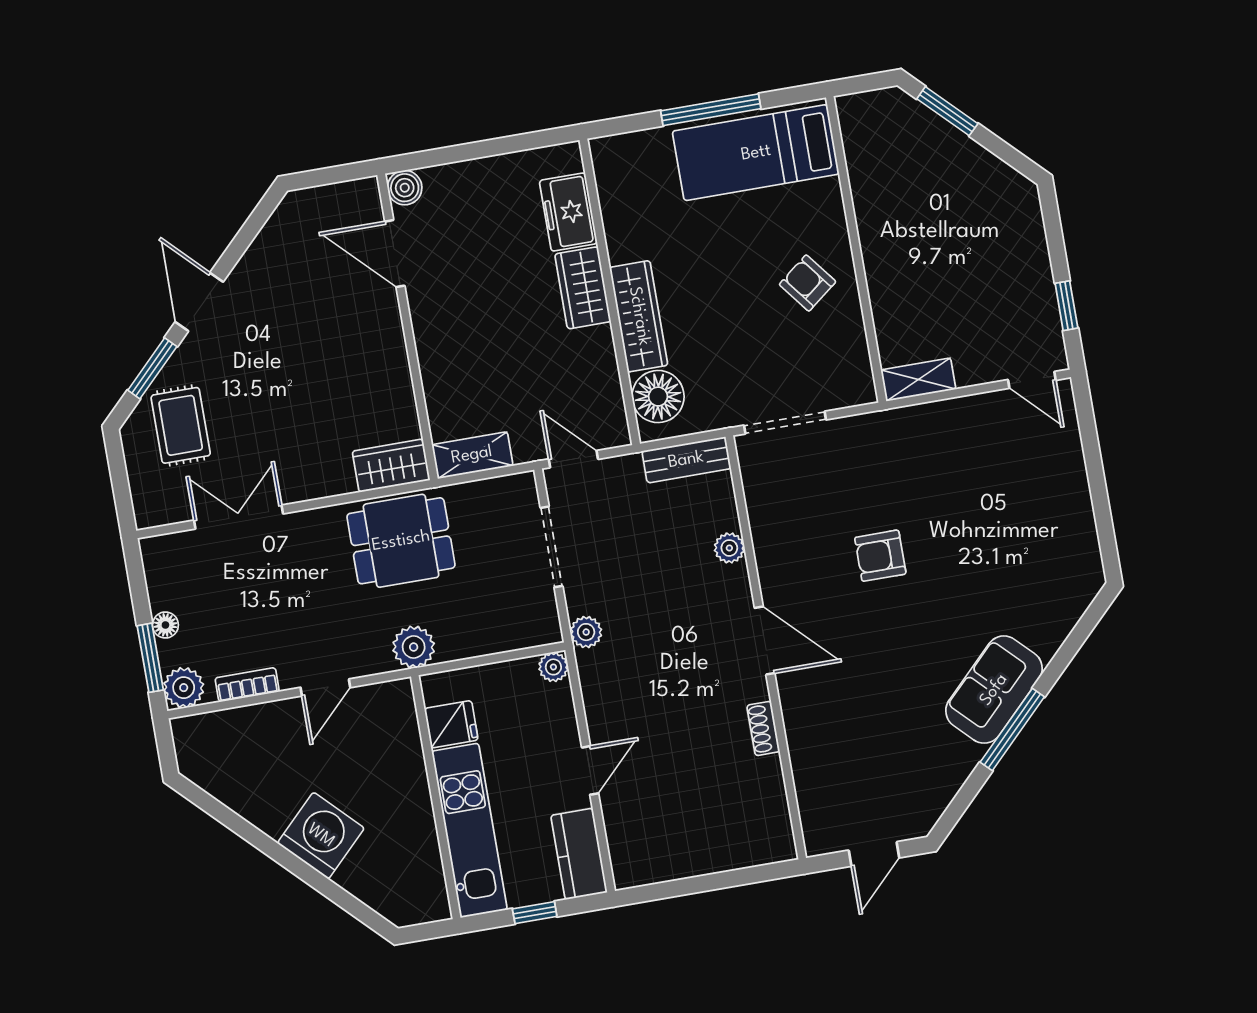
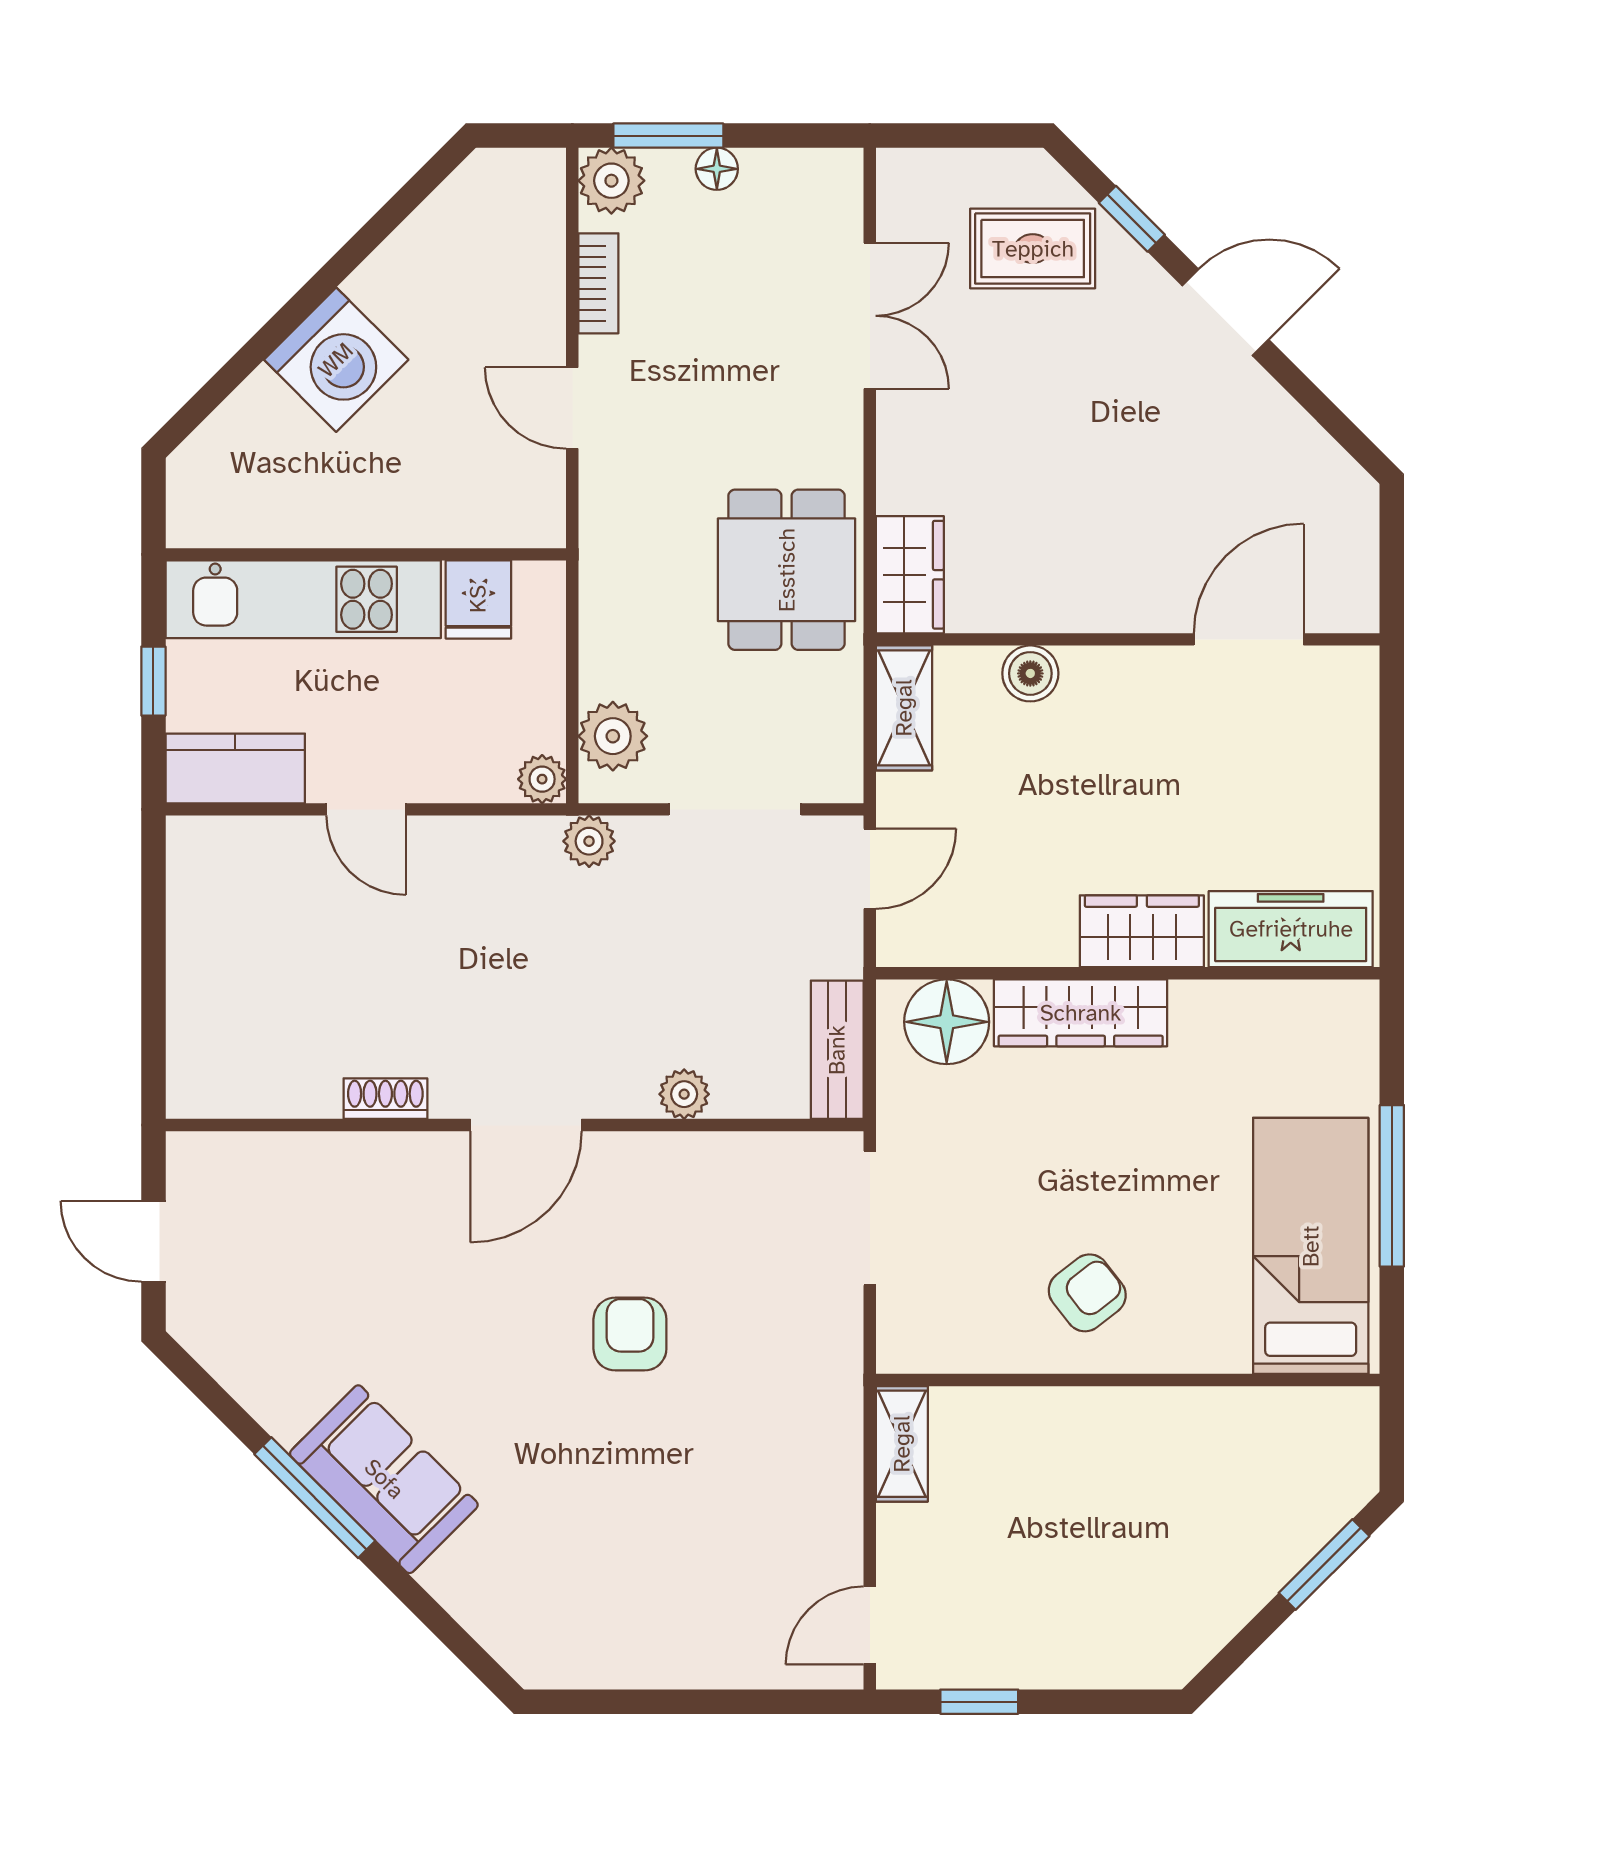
boiler: (405, 188) -> (1030, 673), moved
freezer: (568, 212) -> (1291, 929), width x1.40
window: (152, 368) -> (1132, 219), width x0.67
plant: (414, 647) -> (613, 736), moved

